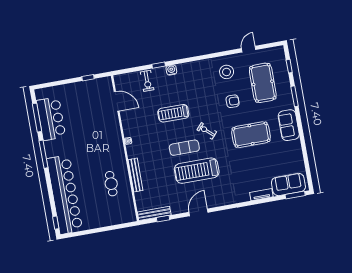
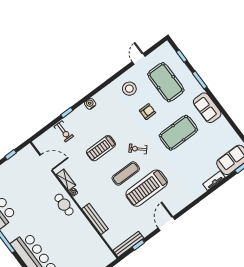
water cooler: (171, 70) -> (90, 104), moved
shelving: (127, 126) -> (66, 180), added
cafe table: (111, 184) -> (64, 205), moved

